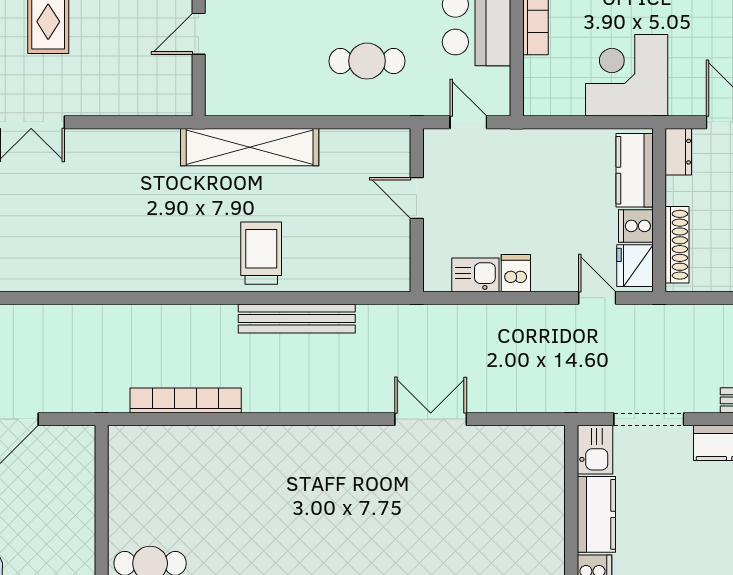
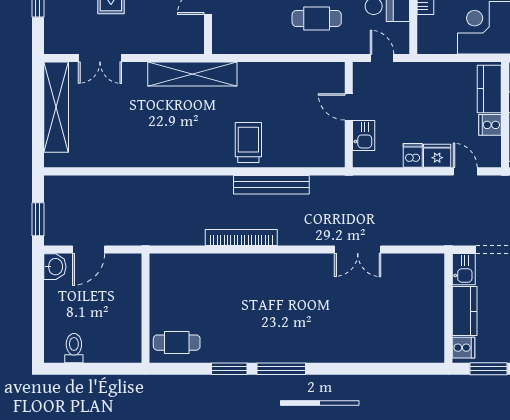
shelving: (250, 147) -> (192, 74), moved
fridge: (635, 266) -> (437, 156), moved, turned 90
kitchen sink: (475, 275) -> (364, 135), moved, turned 90
bookcase: (186, 400) -> (241, 237), moved
double door: (431, 419) -> (358, 250), swing flipped

